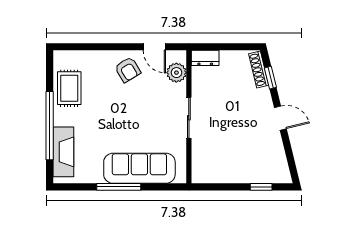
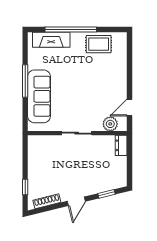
shoe rack: (259, 69) -> (47, 201), moved
armchair: (128, 70) -> (112, 88), removed

